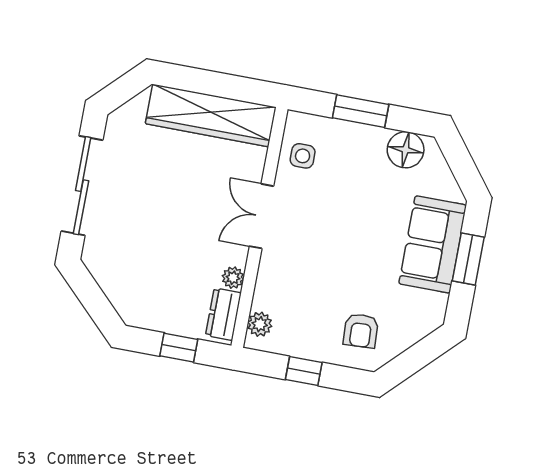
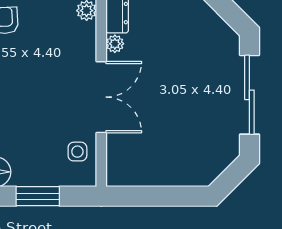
wardrobe: (211, 115) -> (157, 170), removed
double door: (262, 216) -> (101, 97), width x1.37

